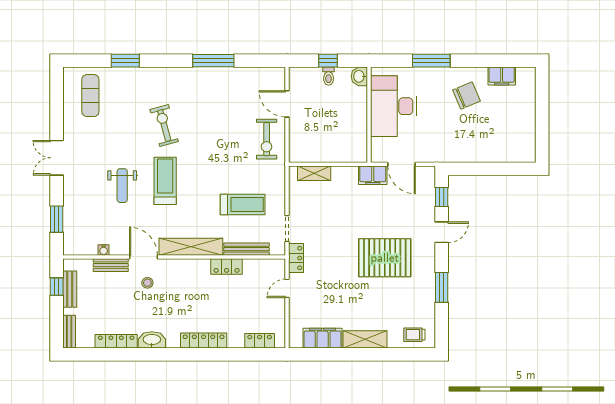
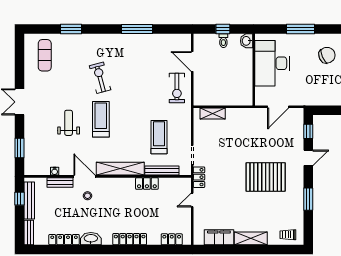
door: (401, 164) -> (278, 107), hinge flipped
filing cabinet: (373, 175) -> (257, 115), removed
weight bench: (122, 186) -> (69, 123), turned 180
treadmill: (243, 205) -> (159, 137), turned -90
bench: (70, 289) -> (29, 201), width x1.36

